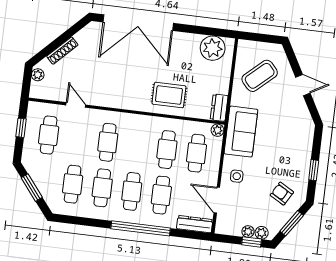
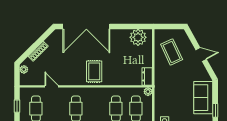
coffee table: (260, 76) -> (172, 52), turned -73
rug: (169, 95) -> (94, 71), moved, turned 90
sofa: (241, 132) -> (203, 98), moved, turned 180

